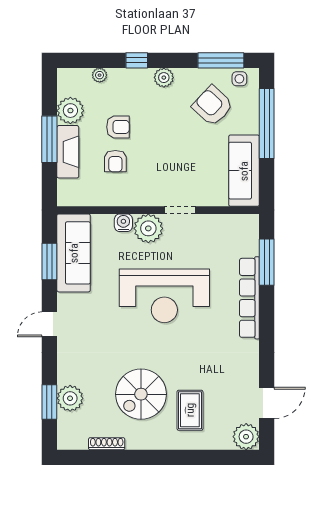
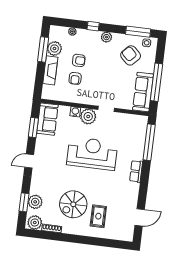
window: (267, 123) -> (157, 82), moved
window: (49, 139) -> (43, 49), moved
sofa: (74, 253) -> (47, 119), width x0.73
window: (267, 262) -> (149, 142), width x1.46
reception desk: (164, 296) -> (92, 153), turned 180
row of seats: (249, 298) -> (136, 171), width x0.50
plant: (246, 437) -> (35, 223), moved

